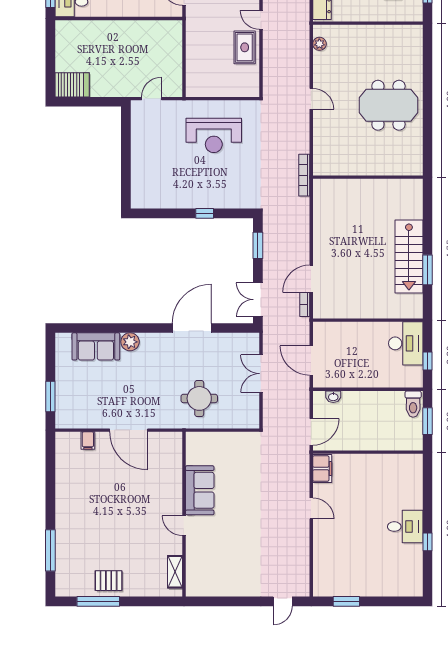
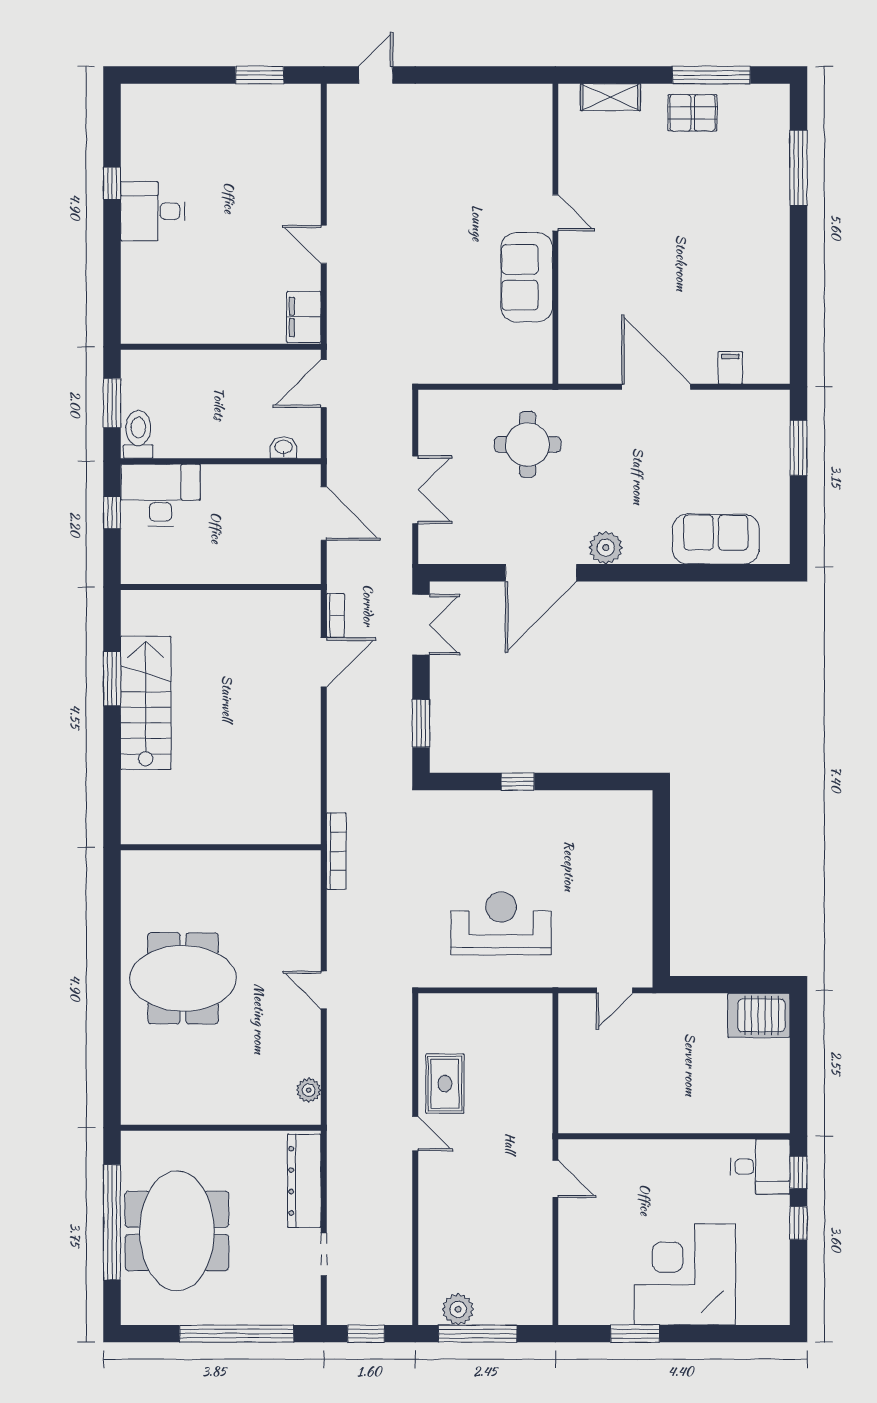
plant: (130, 342) -> (606, 548), moved
desk: (406, 343) -> (161, 495), moved, turned 90
shelving: (175, 572) -> (610, 97), moved, turned 90

